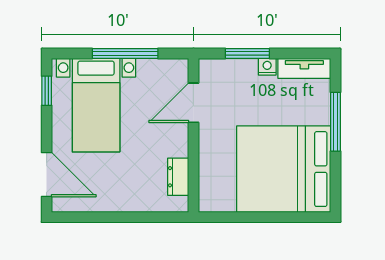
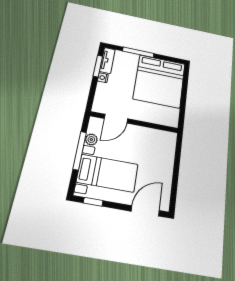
window: (247, 53) -> (98, 66), moved
plant: (148, 69) -> (91, 139), added
door: (193, 103) -> (116, 119), hinge flipped
dresser: (178, 177) -> (157, 135), removed

